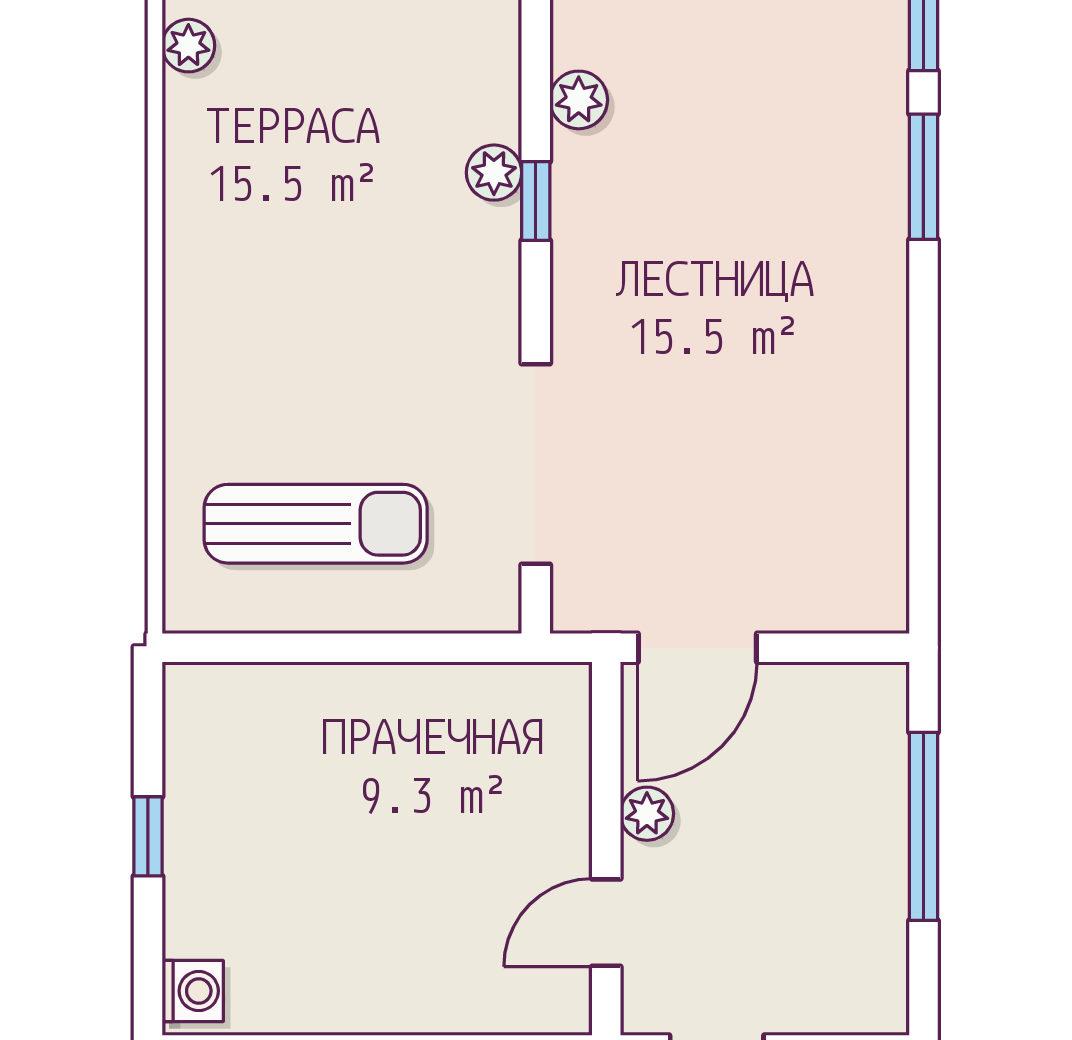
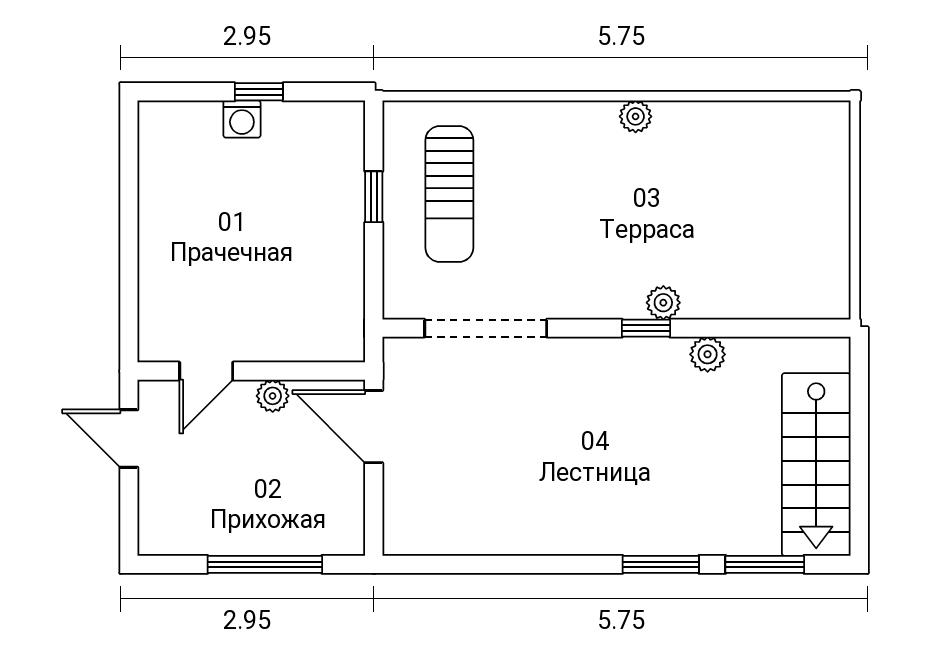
plant: (188, 46) -> (636, 116), moved
window: (320, 648) -> (374, 197), added
door: (606, 923) -> (206, 371), swing flipped
washing machine: (193, 991) -> (242, 119), moved

